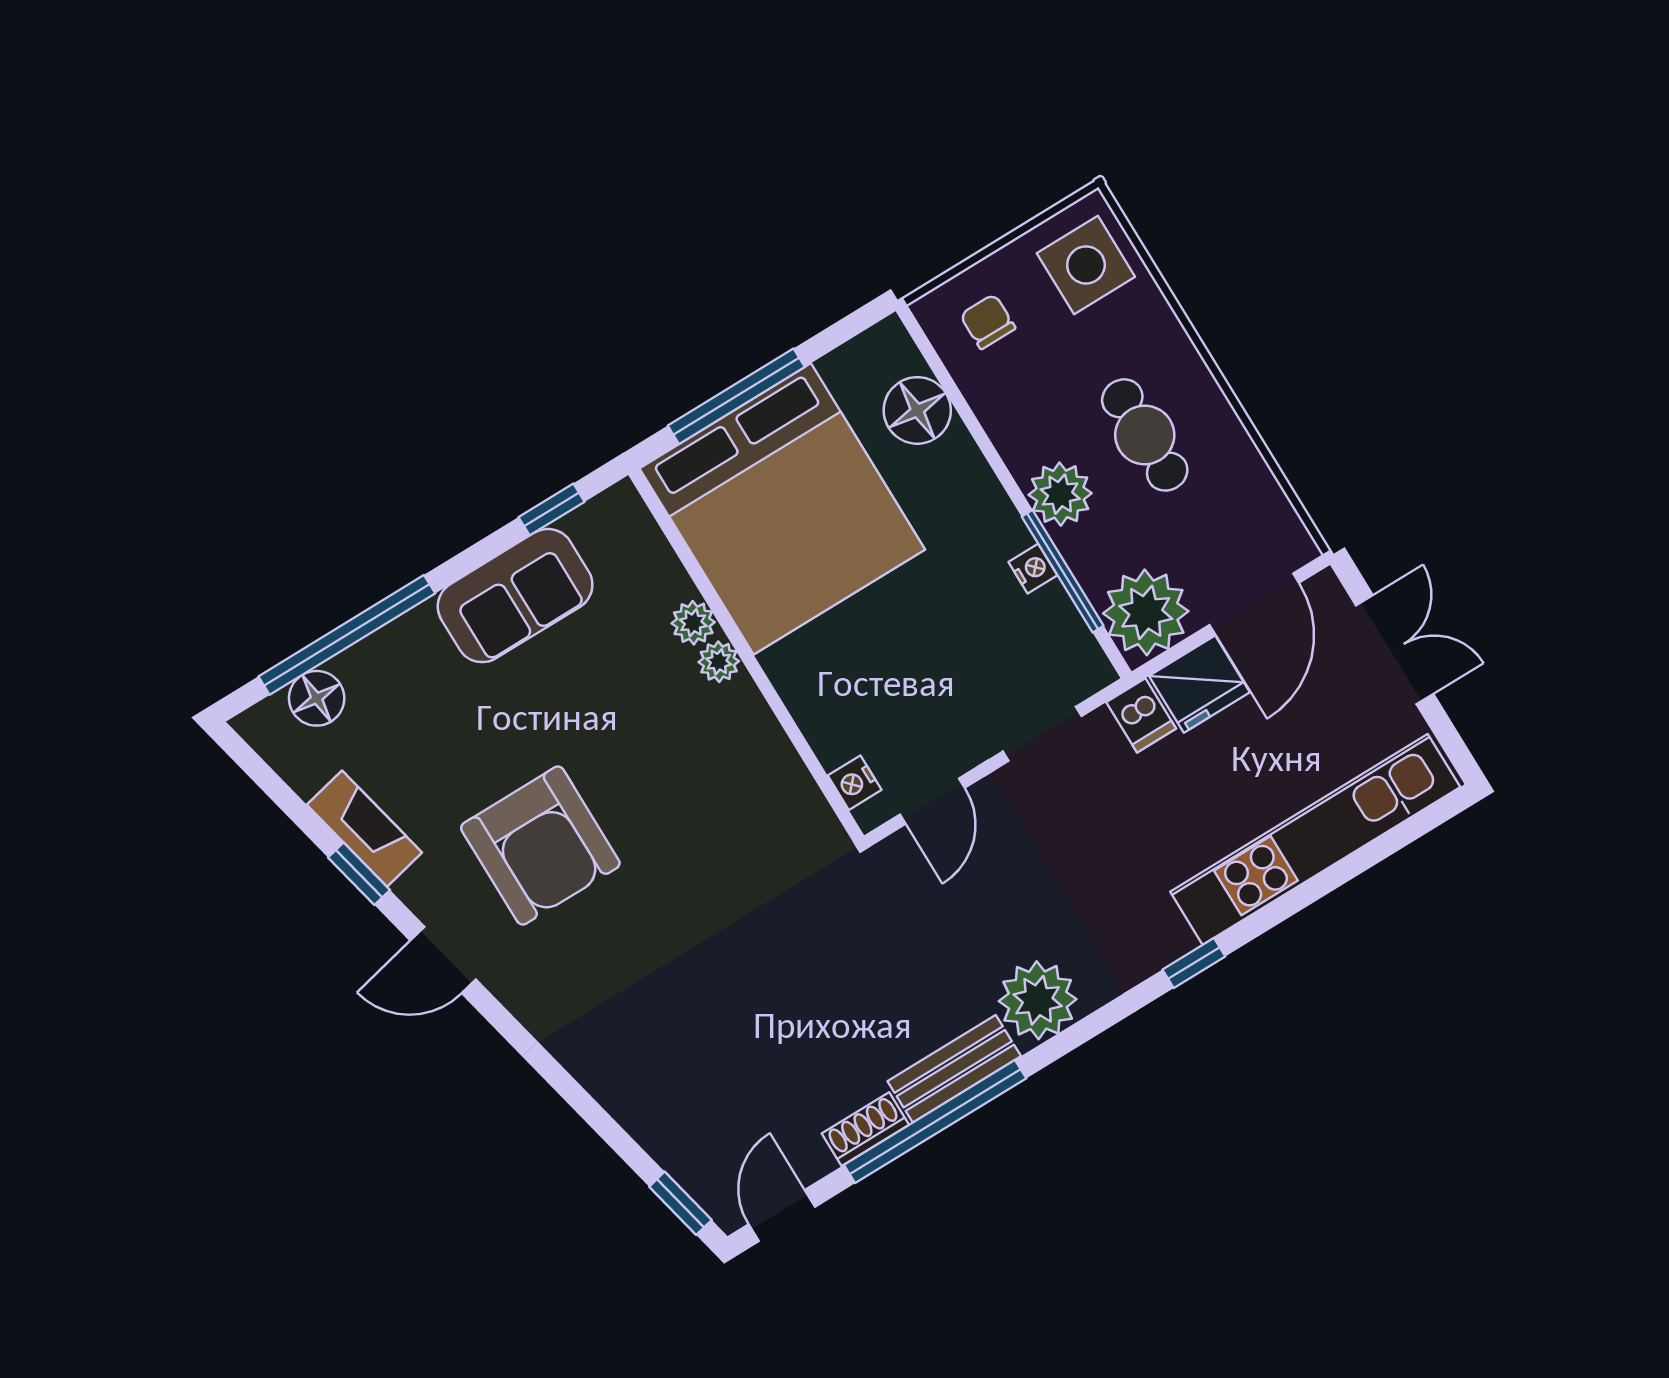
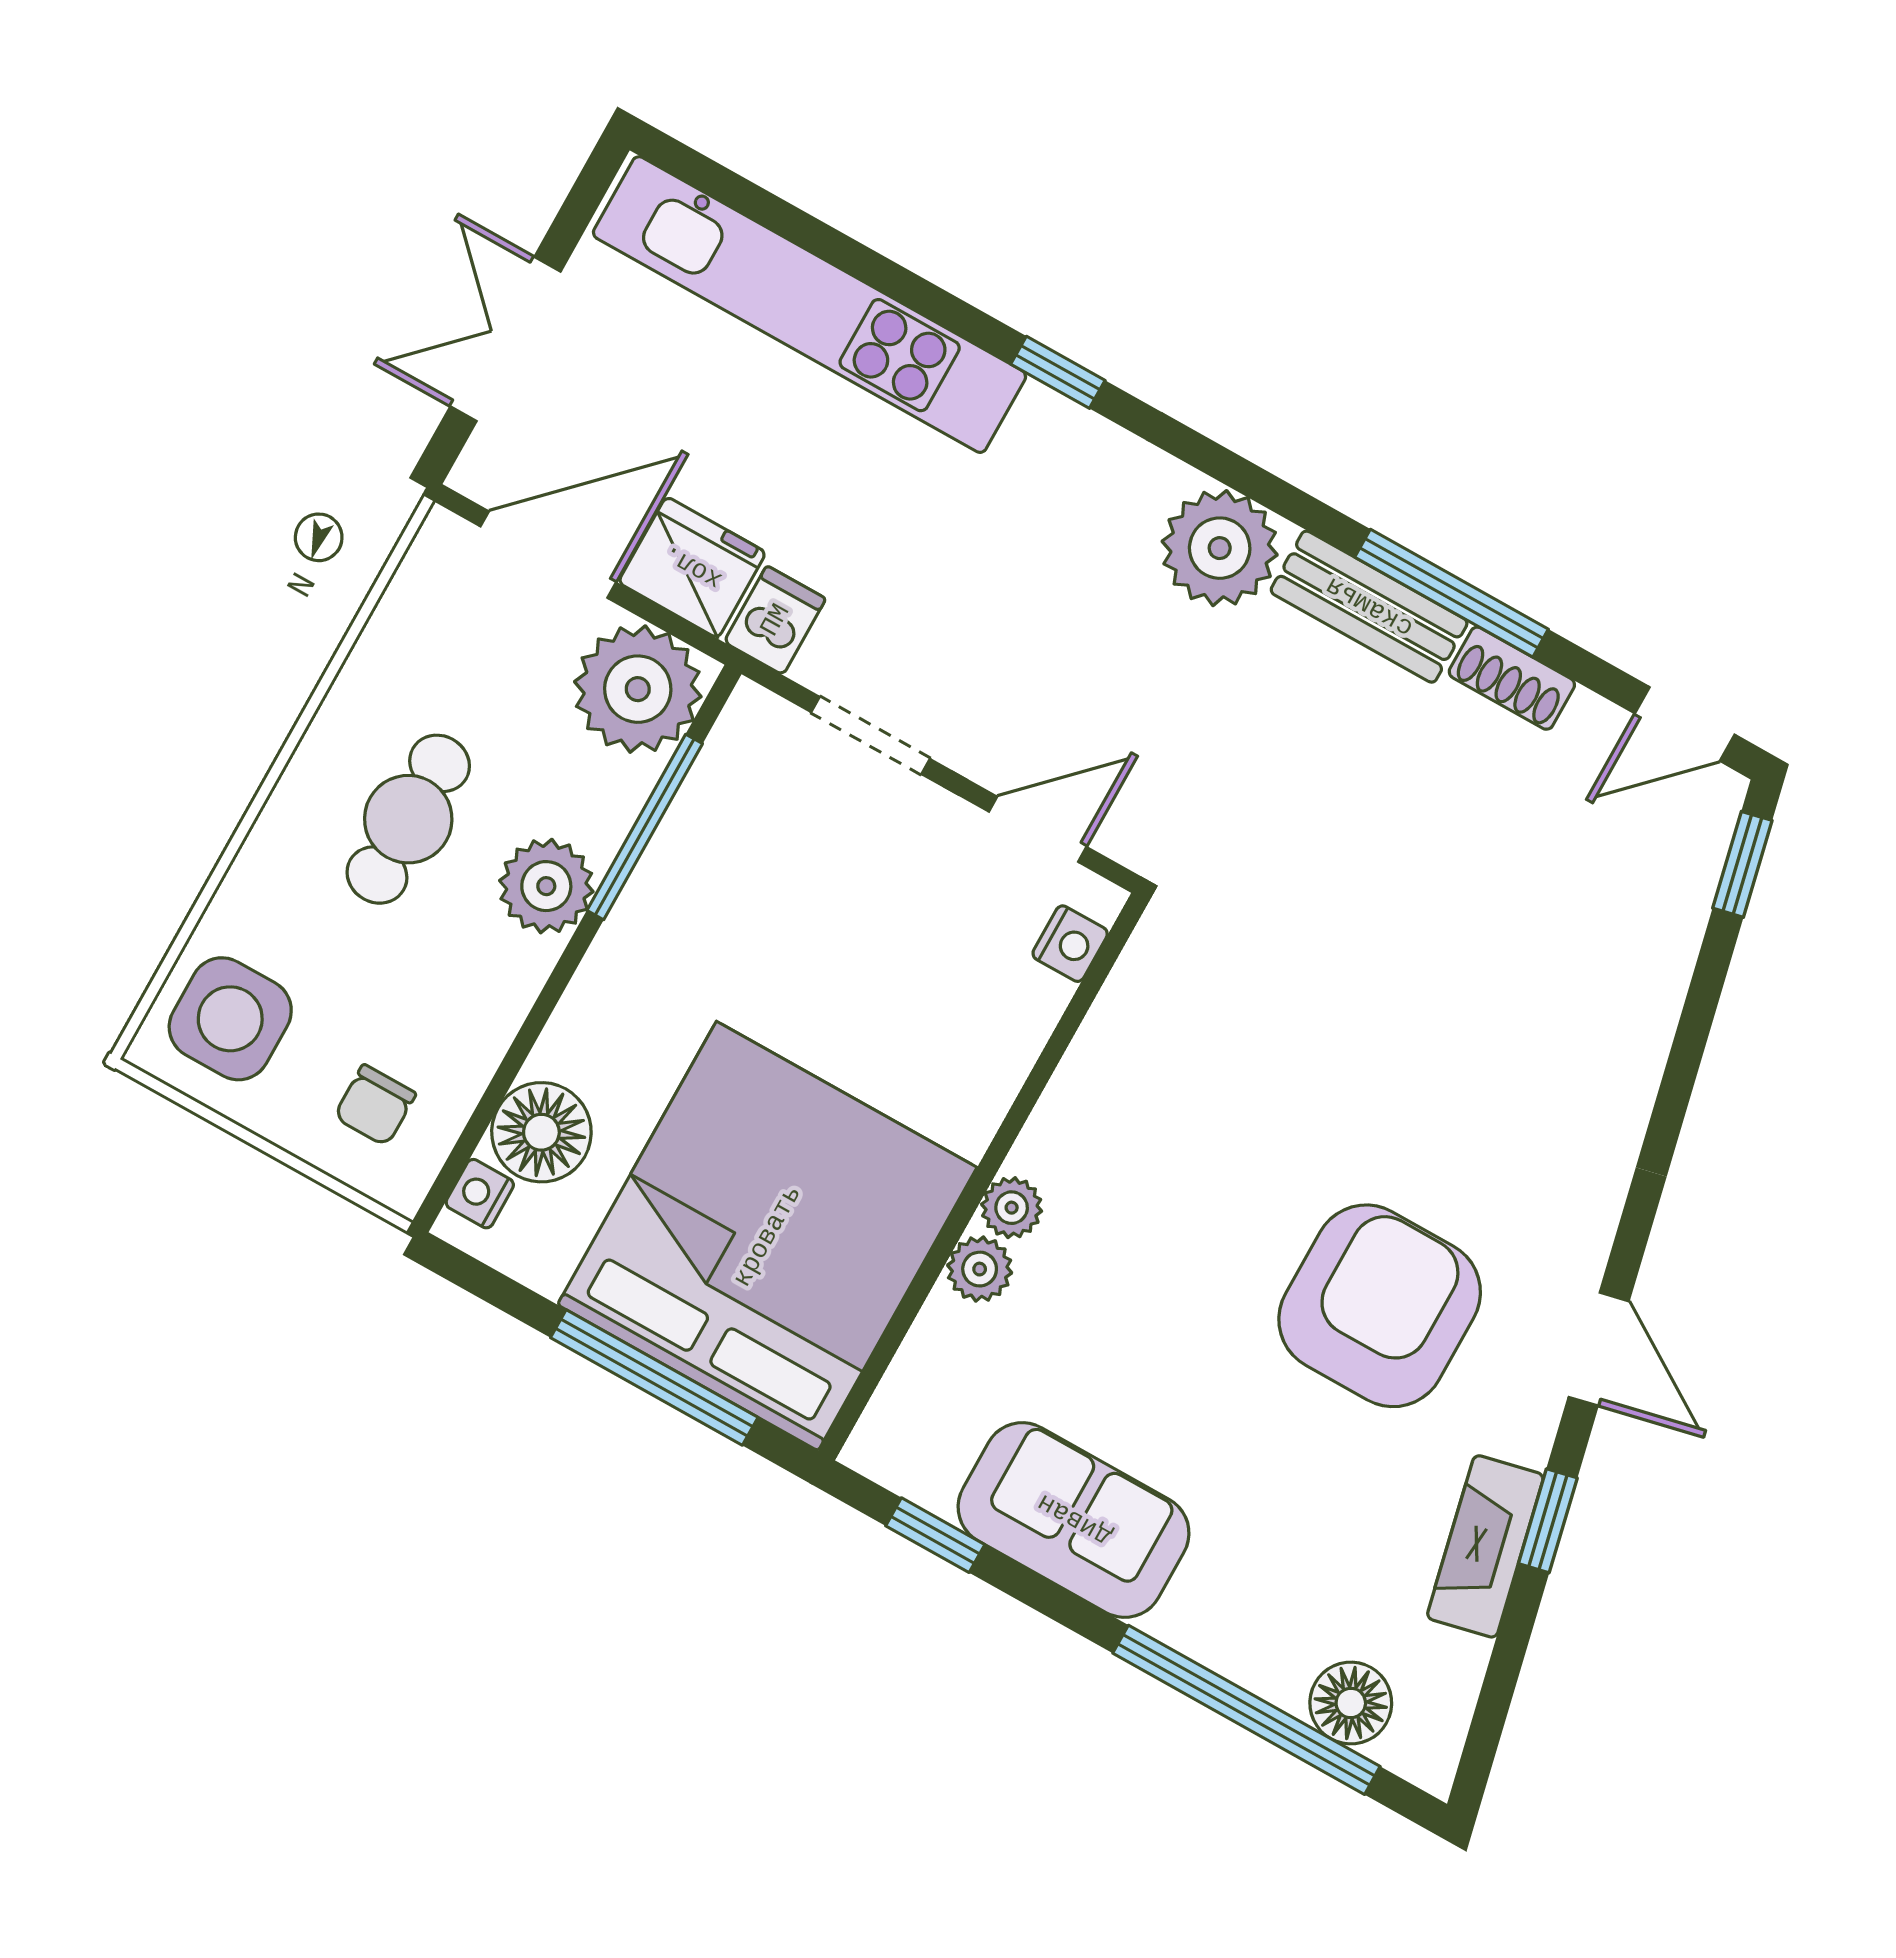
nightstand: (1033, 569) -> (480, 1194), moved
window: (935, 1122) -> (1452, 593), width x0.68

